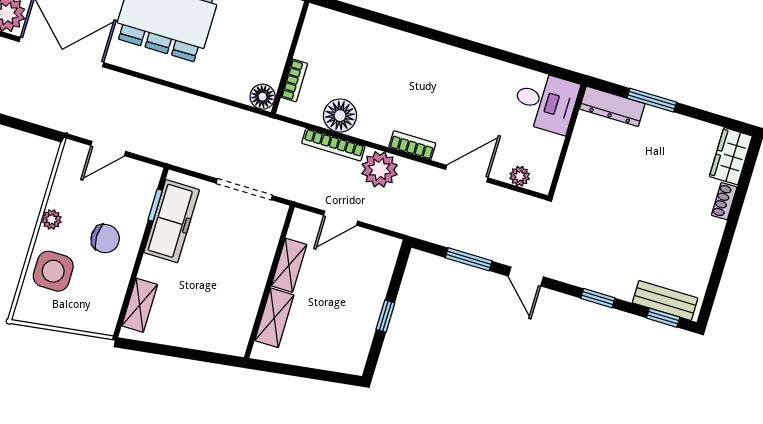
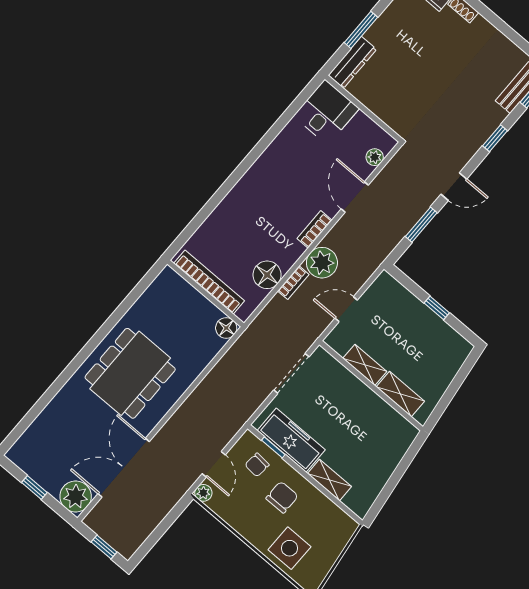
bookcase: (294, 80) -> (209, 282), width x2.31, depth x1.31
bookcase: (333, 145) -> (293, 283), width x0.64
chair: (128, 196) -> (257, 465), added
door: (341, 218) -> (346, 309), swing flipped
plant: (52, 219) -> (203, 493), moved
shelving: (140, 305) -> (329, 480), moved

